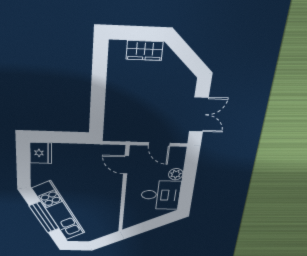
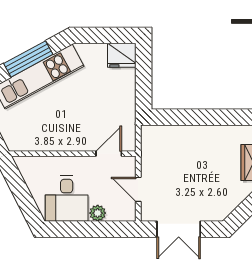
door: (159, 144) -> (138, 189), hinge flipped

